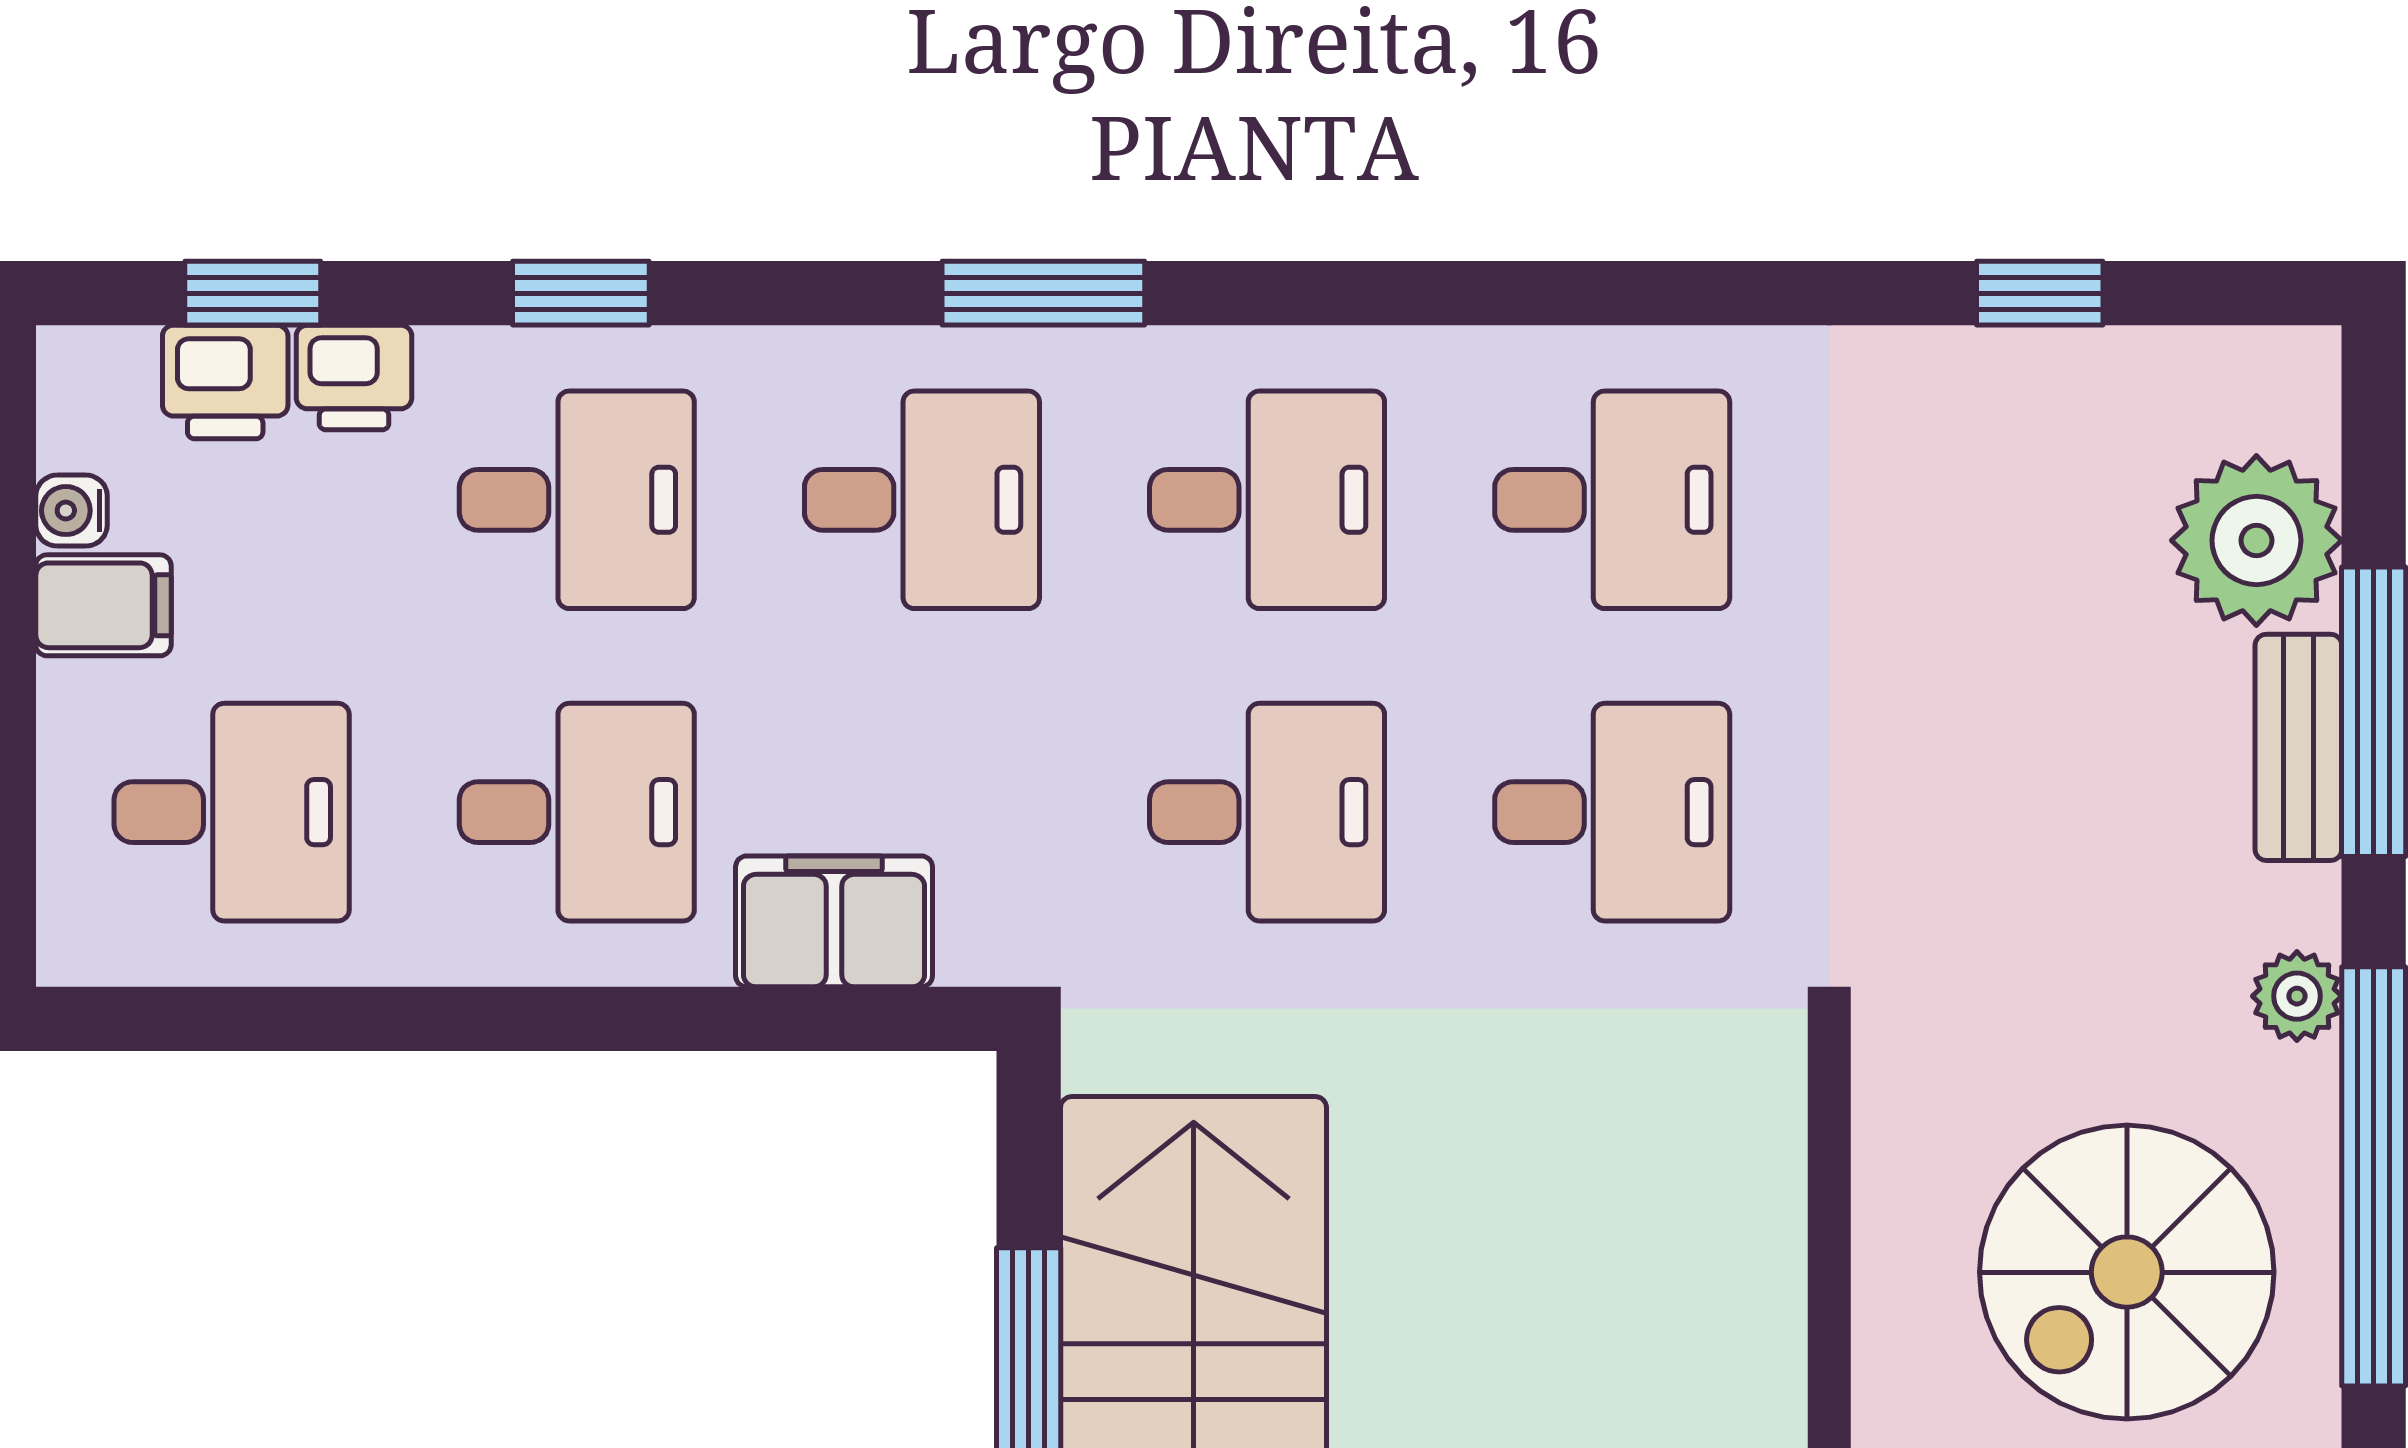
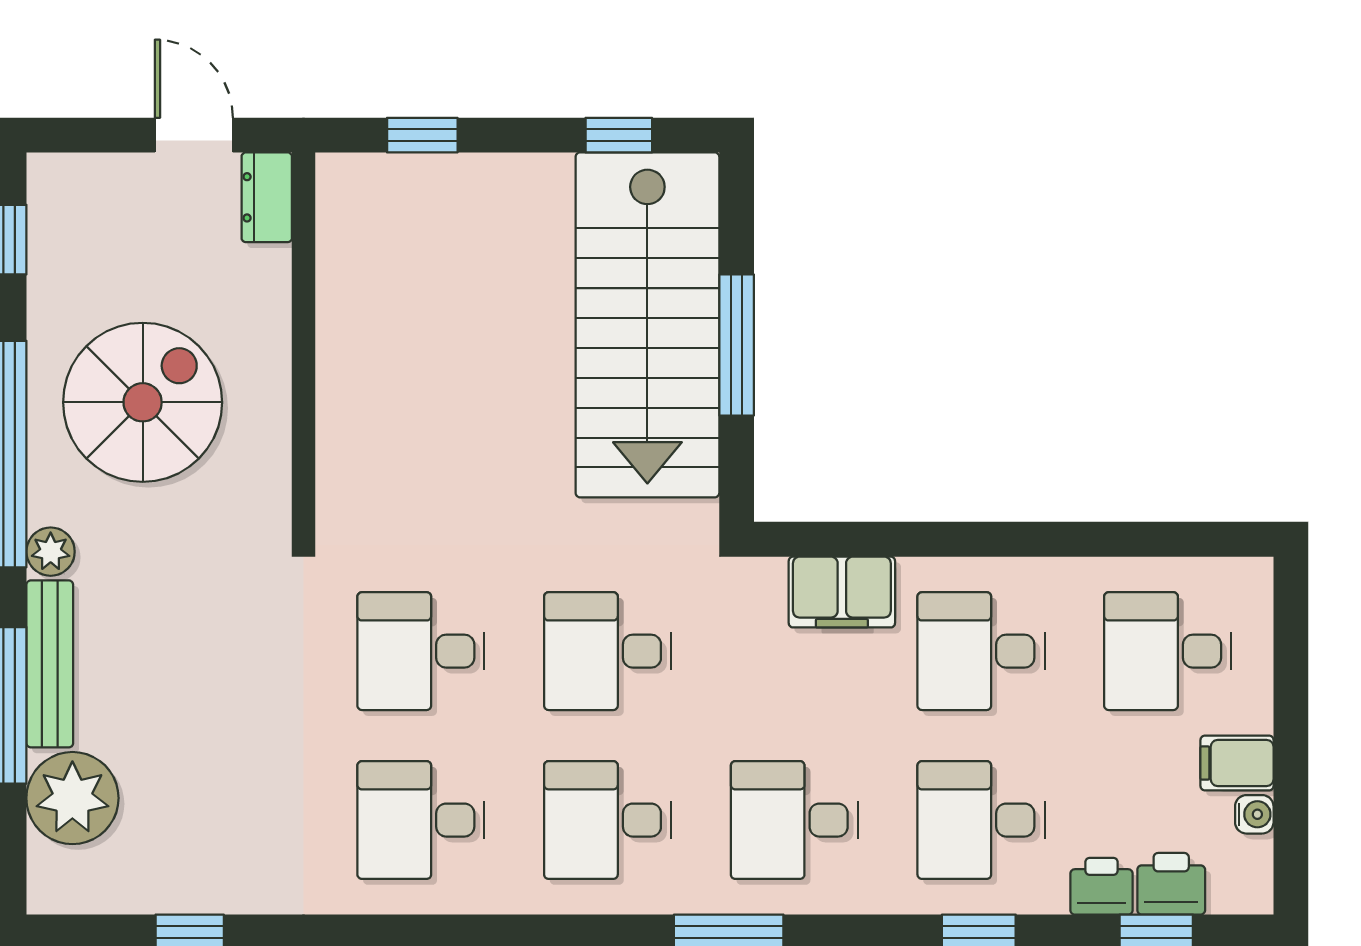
bench: (2298, 747) -> (50, 664), width x1.36

